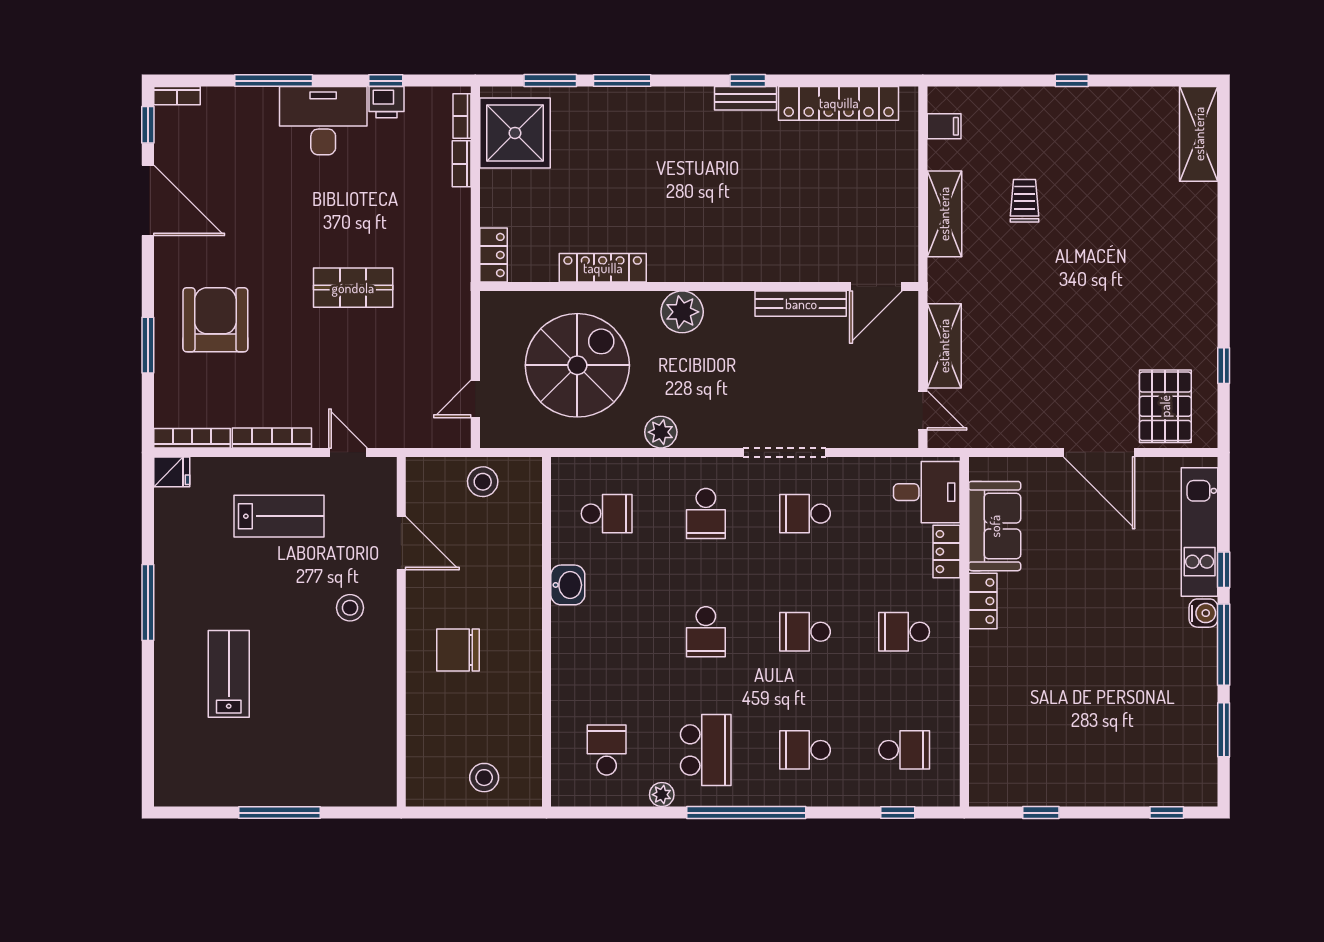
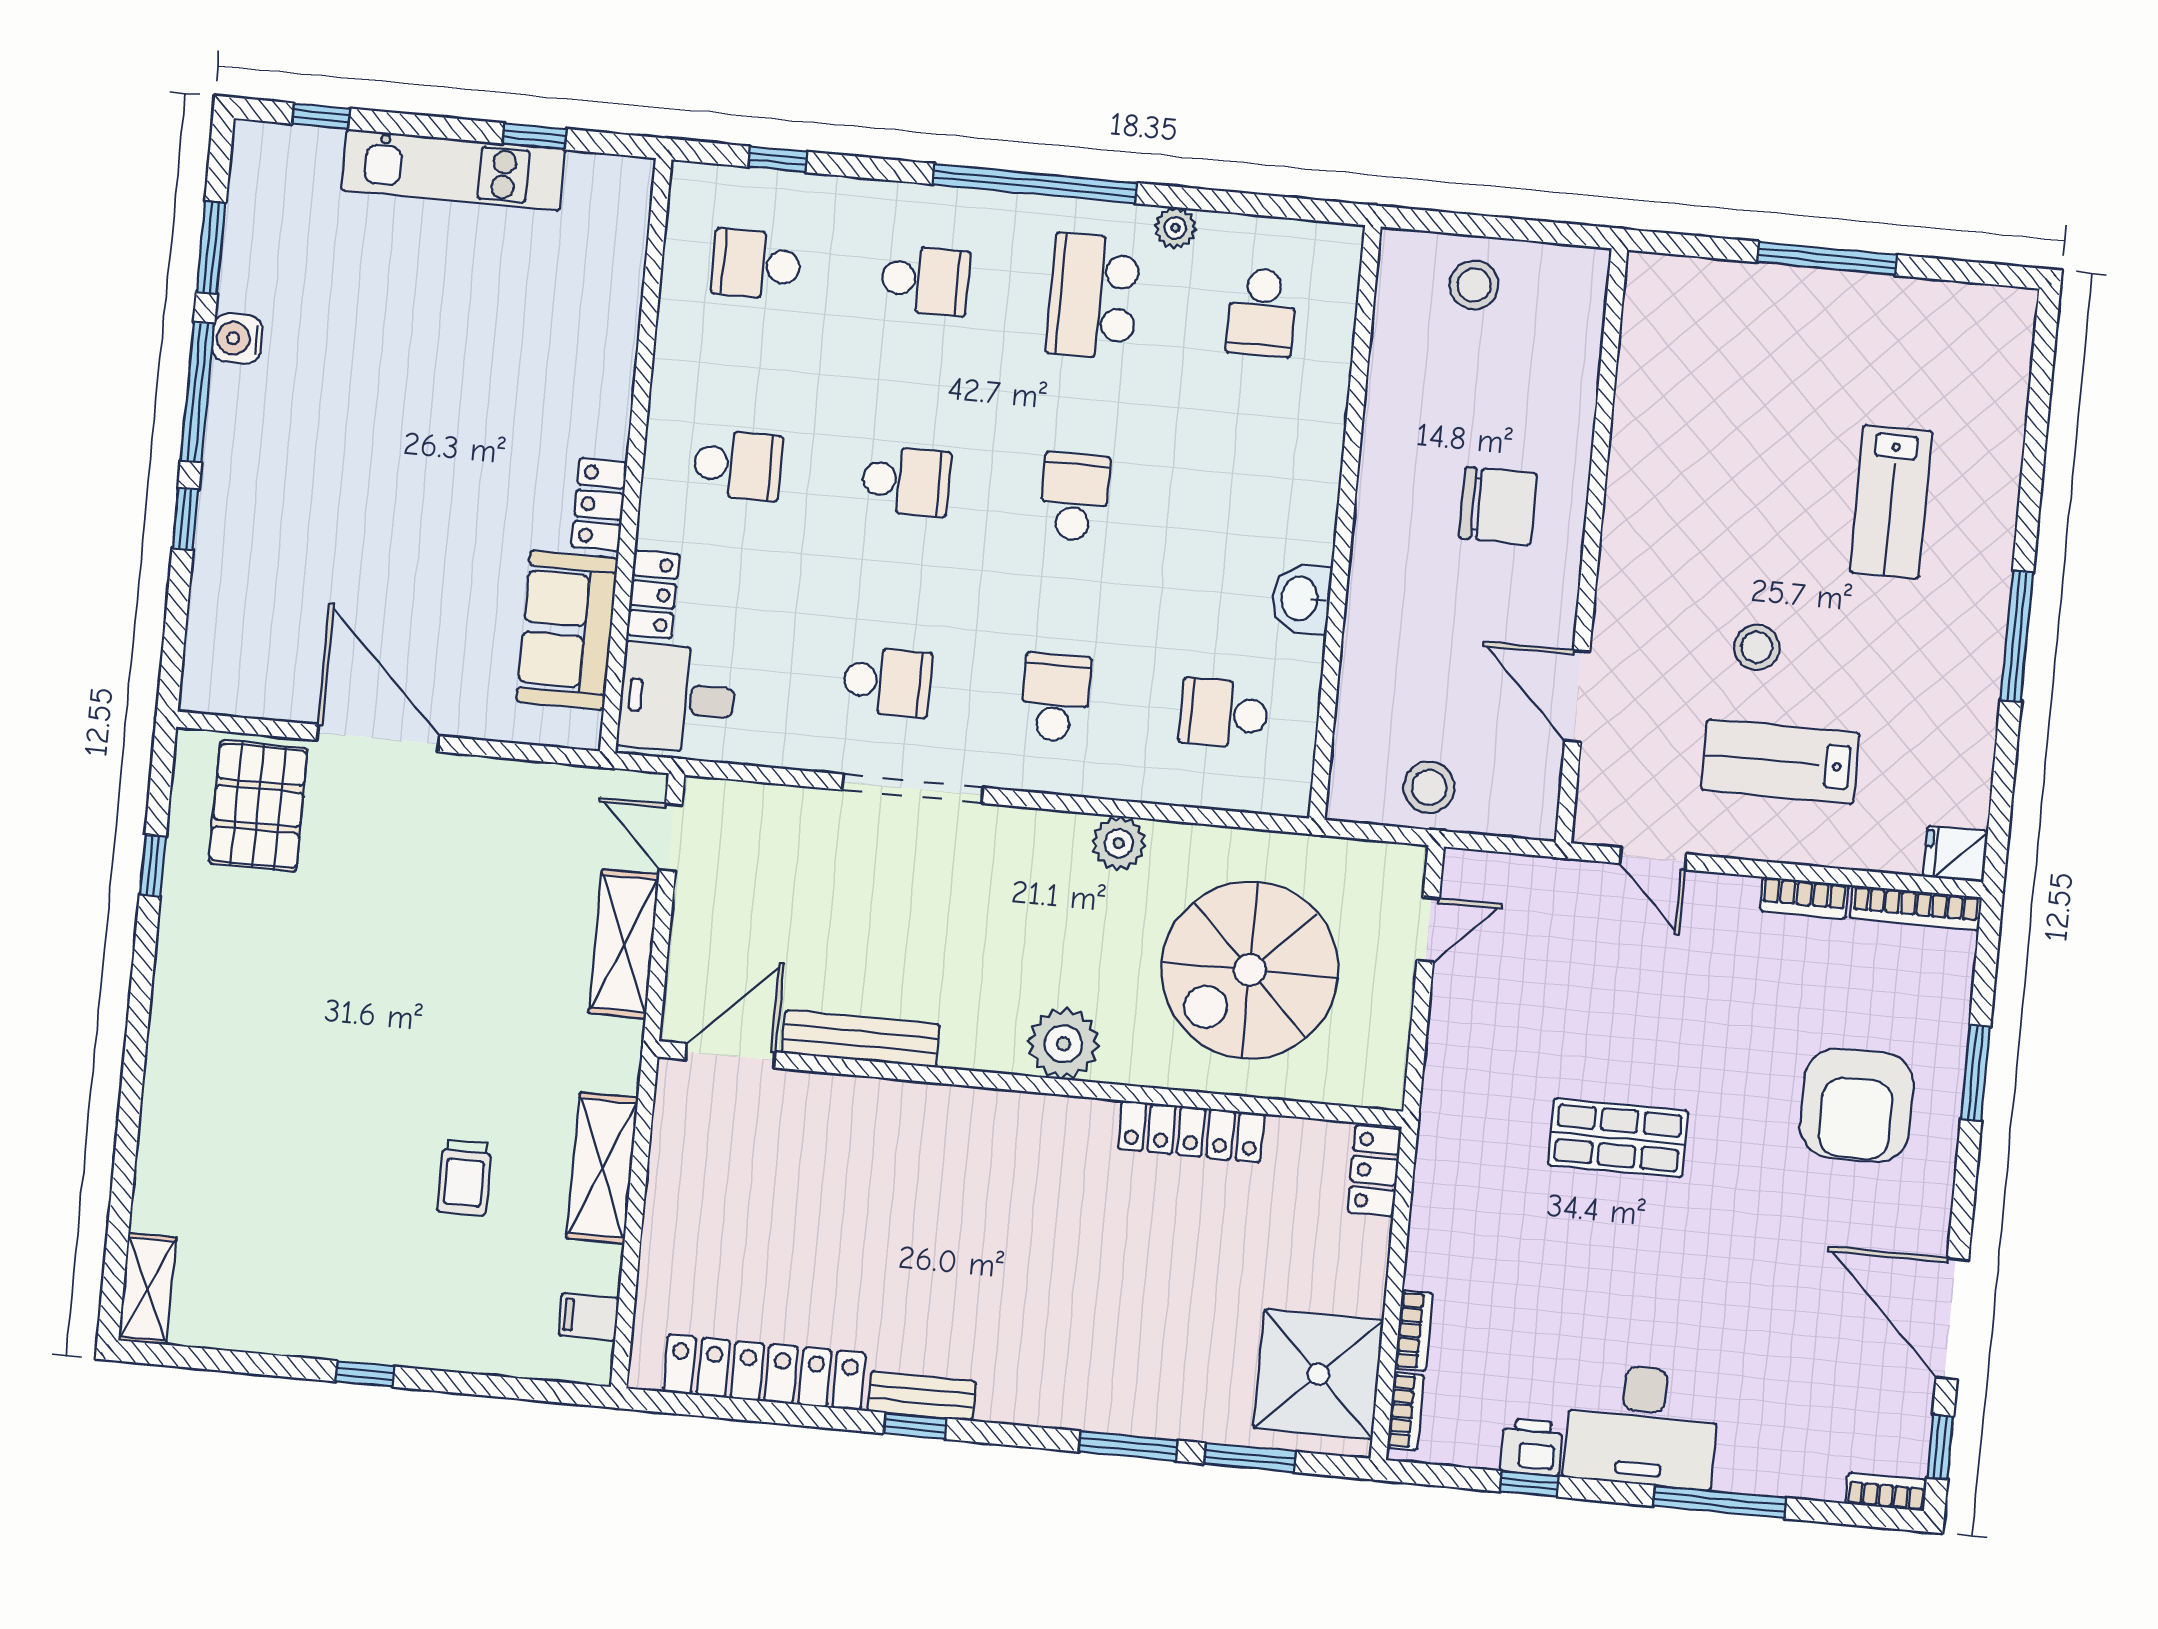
shelving: (1199, 134) -> (147, 1289), width x0.67, depth x0.75
bookcase: (272, 438) -> (1804, 898), width x0.64
kitchen unit: (1200, 532) -> (453, 170), moved, turned 90
stool: (350, 608) -> (1757, 647), moved
water cooler: (1203, 613) -> (237, 339), moved

